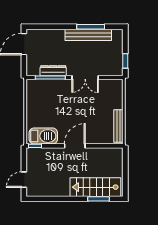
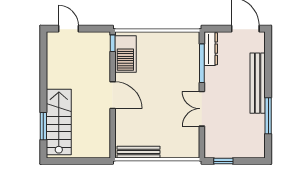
bench: (88, 35) -> (258, 83), moved
dresser: (53, 71) -> (211, 49), moved

